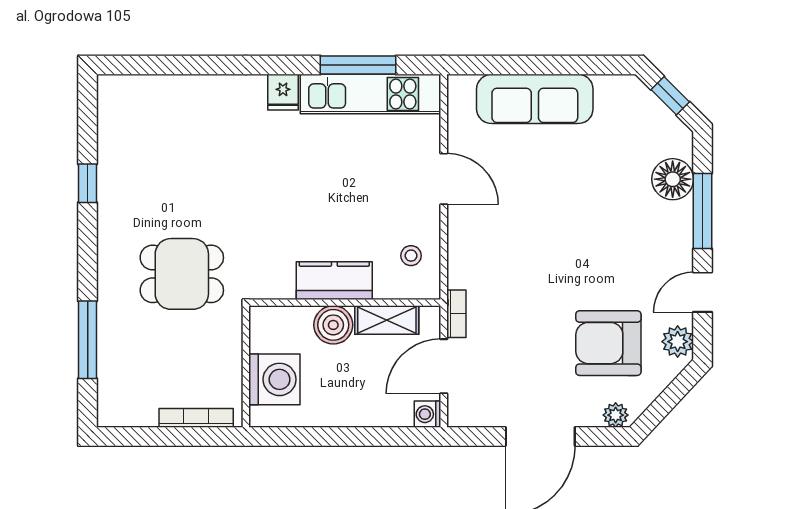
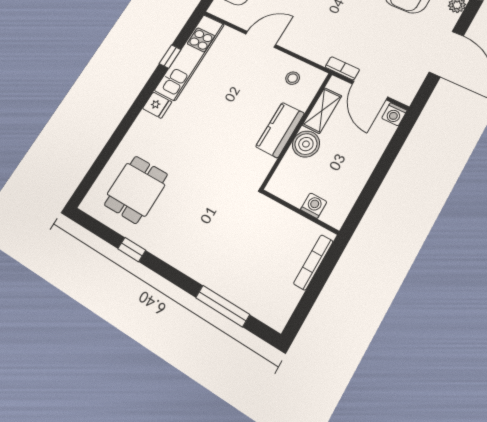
window: (358, 65) -> (170, 57), width x0.46
dining table: (182, 274) -> (136, 190), moved
washing machine: (274, 379) -> (314, 206), width x0.53, depth x0.53

